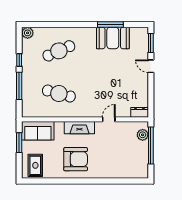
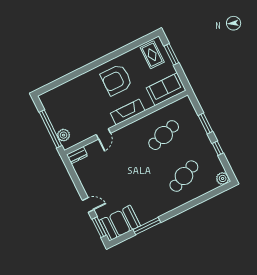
booth: (113, 38) -> (120, 223), moved
window: (19, 86) -> (205, 123), width x0.69
cafe table: (59, 94) -> (164, 135), turned -33
window: (19, 143) -> (171, 54), moved

